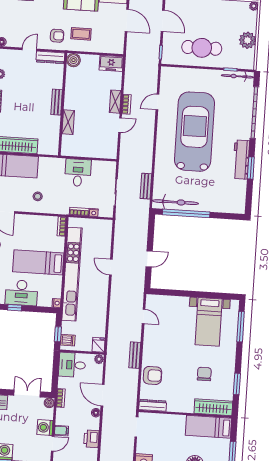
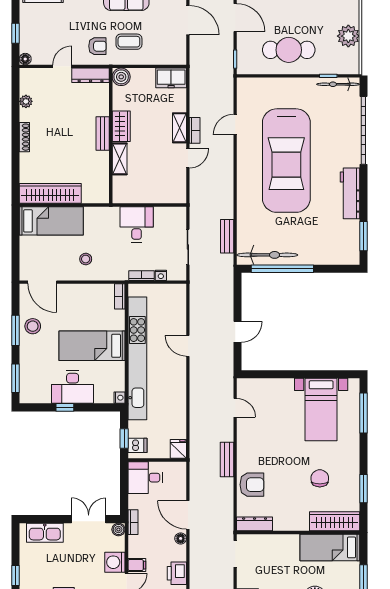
wardrobe: (71, 97) -> (121, 126), added
car: (195, 132) -> (286, 161), turned 180
window: (251, 168) -> (363, 236), moved
plant: (99, 359) -> (180, 468), removed

